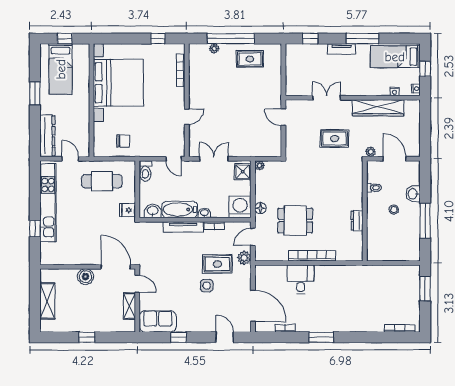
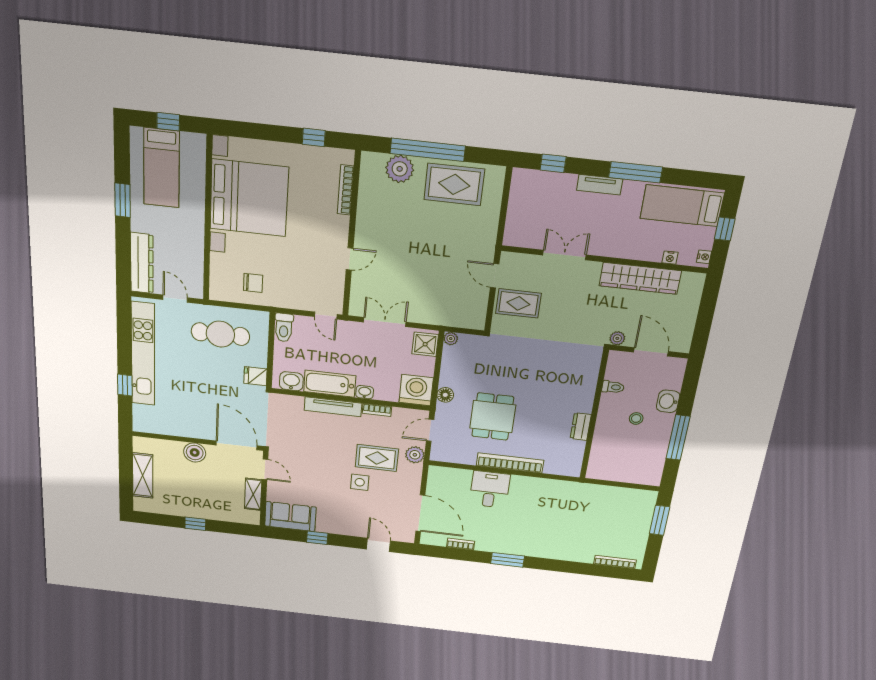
plant: (214, 49) -> (400, 169), width x1.88, depth x1.88
rug: (250, 59) -> (454, 184), width x1.36, depth x1.43
rug: (335, 139) -> (518, 303), moved
dining table: (295, 221) -> (493, 417), turned 90

